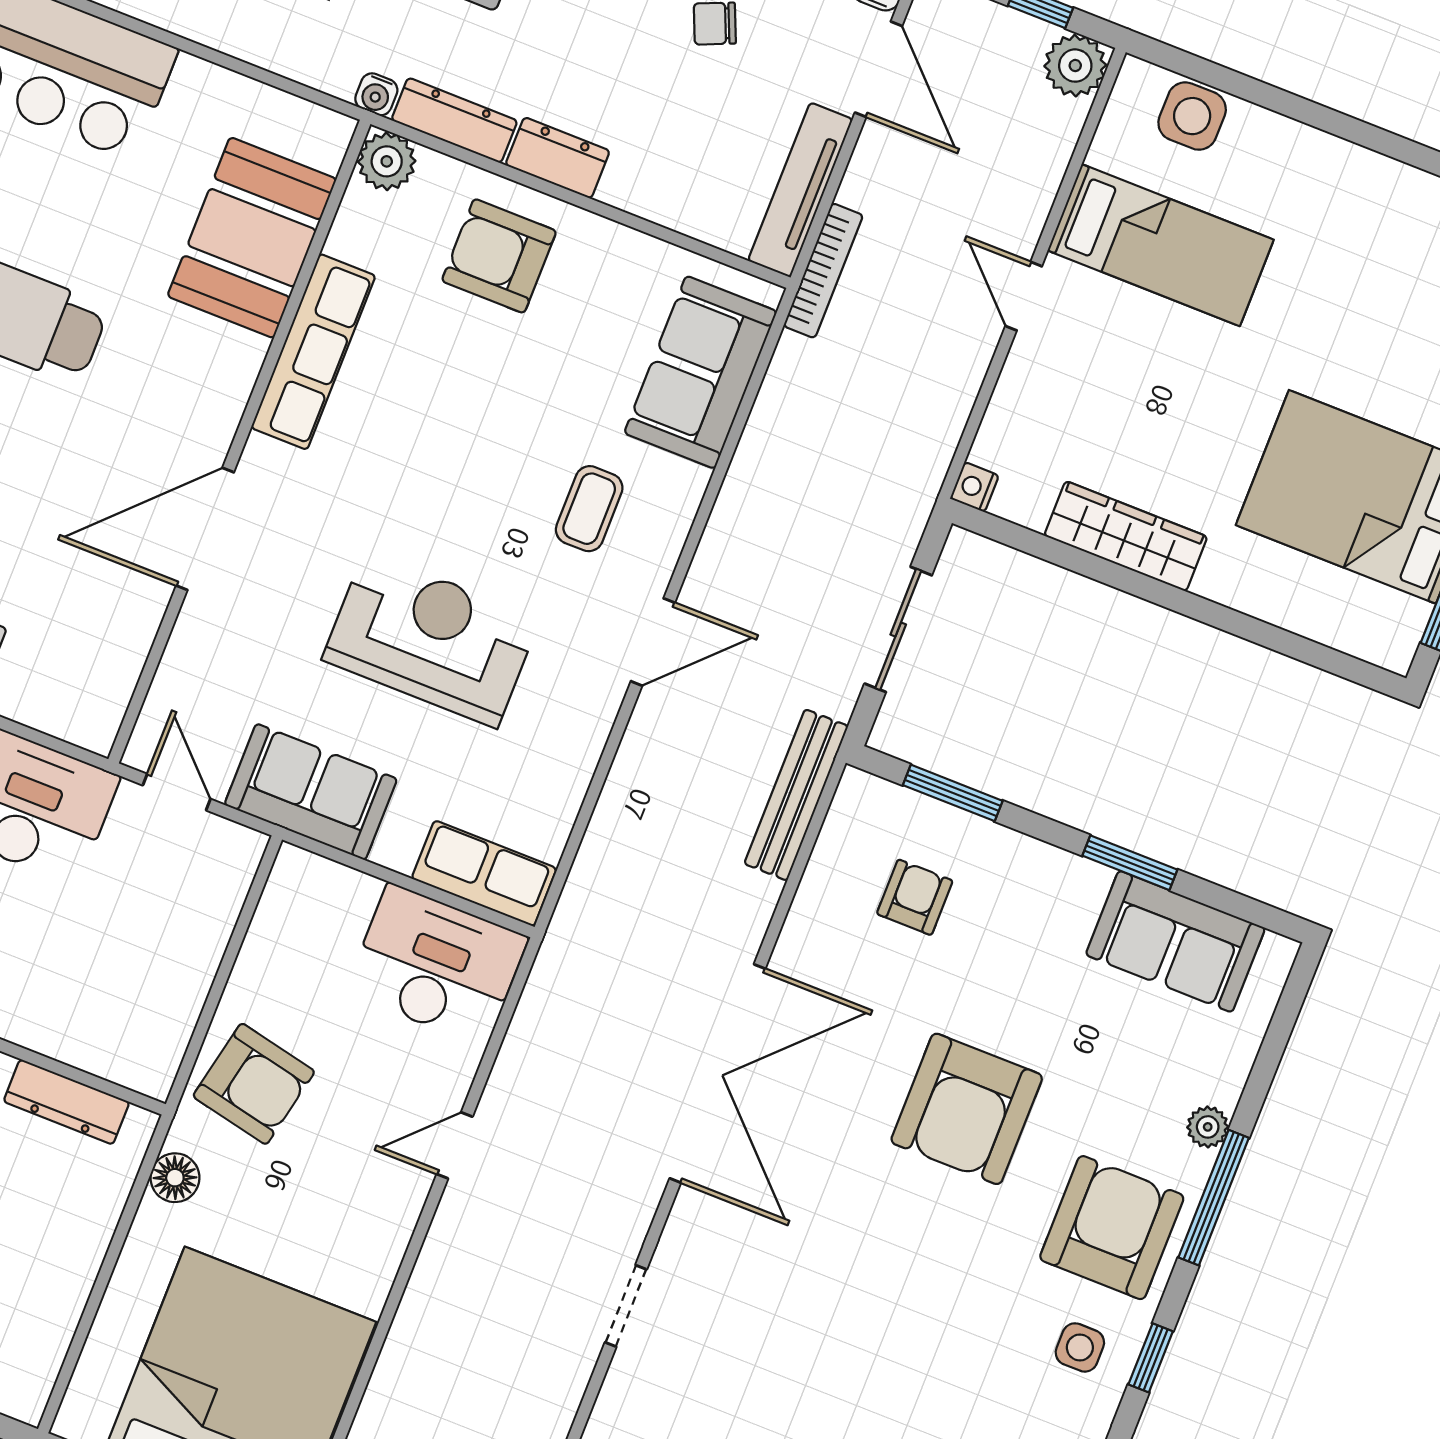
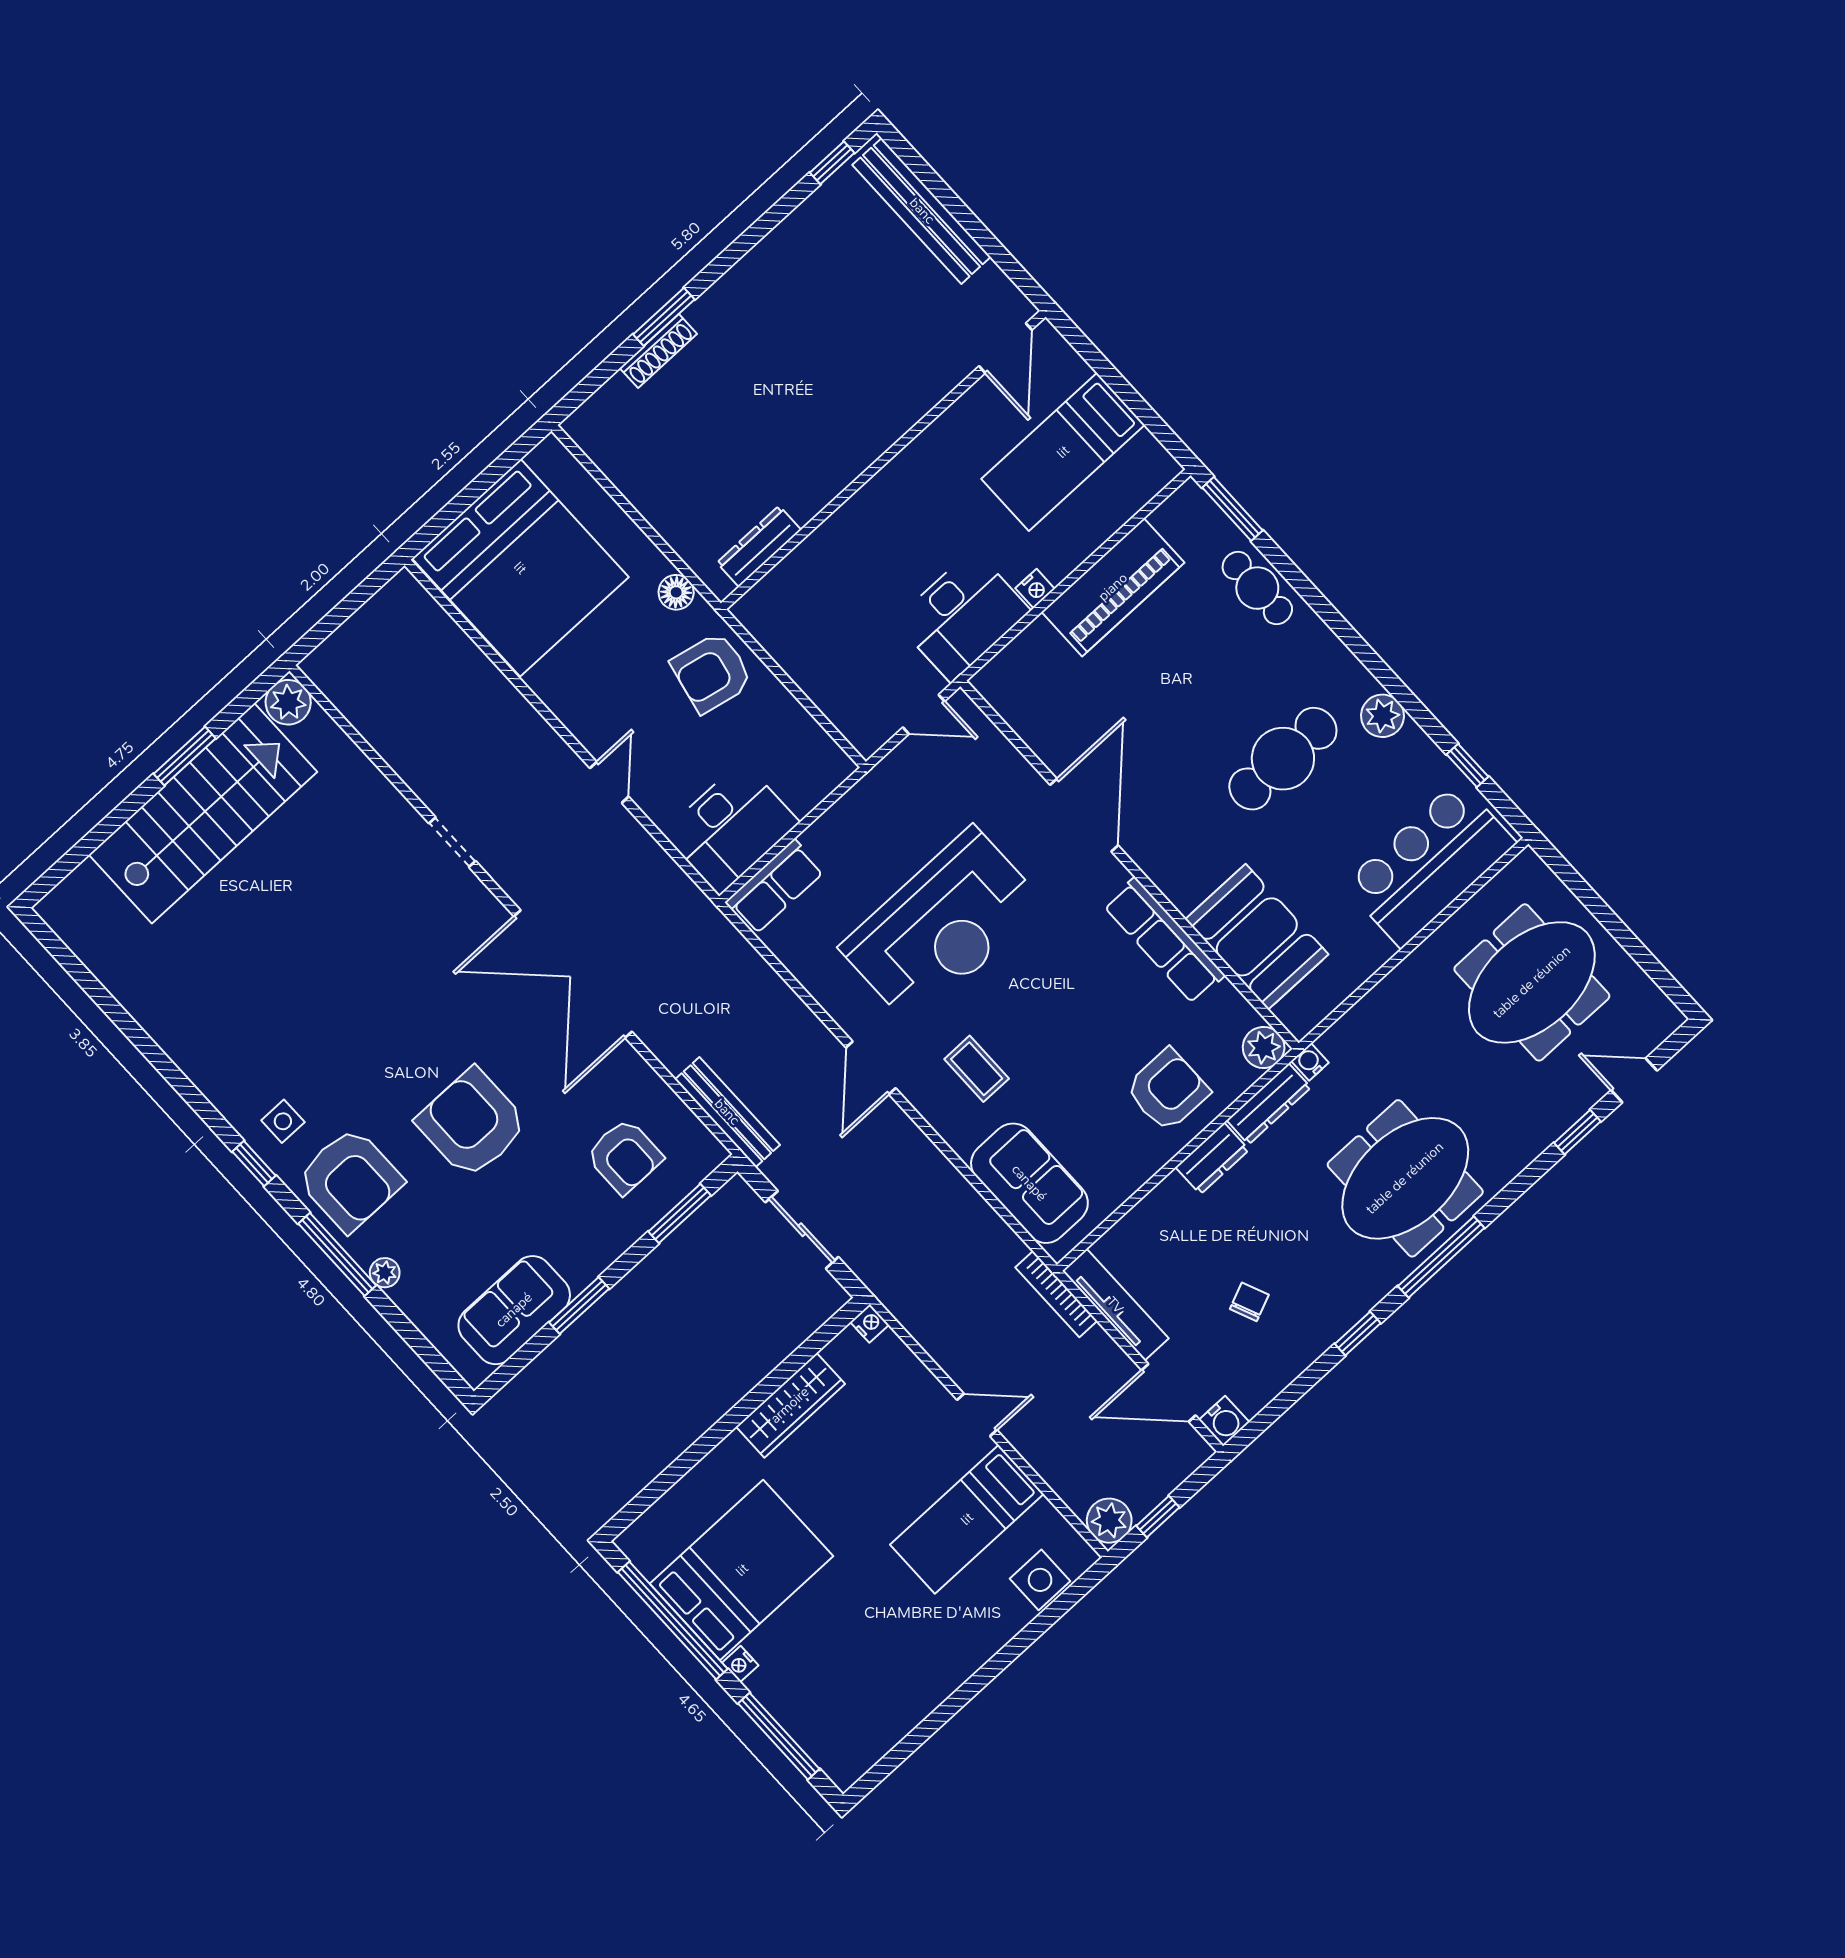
reception desk: (431, 639) -> (942, 926), width x1.36, depth x1.30
sofa: (311, 792) -> (882, 801), removed
armchair: (915, 897) -> (624, 1156), width x1.38, depth x1.38

